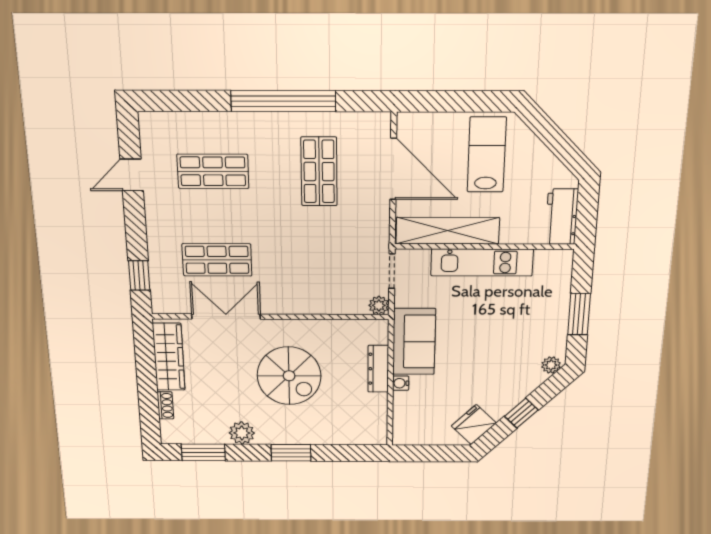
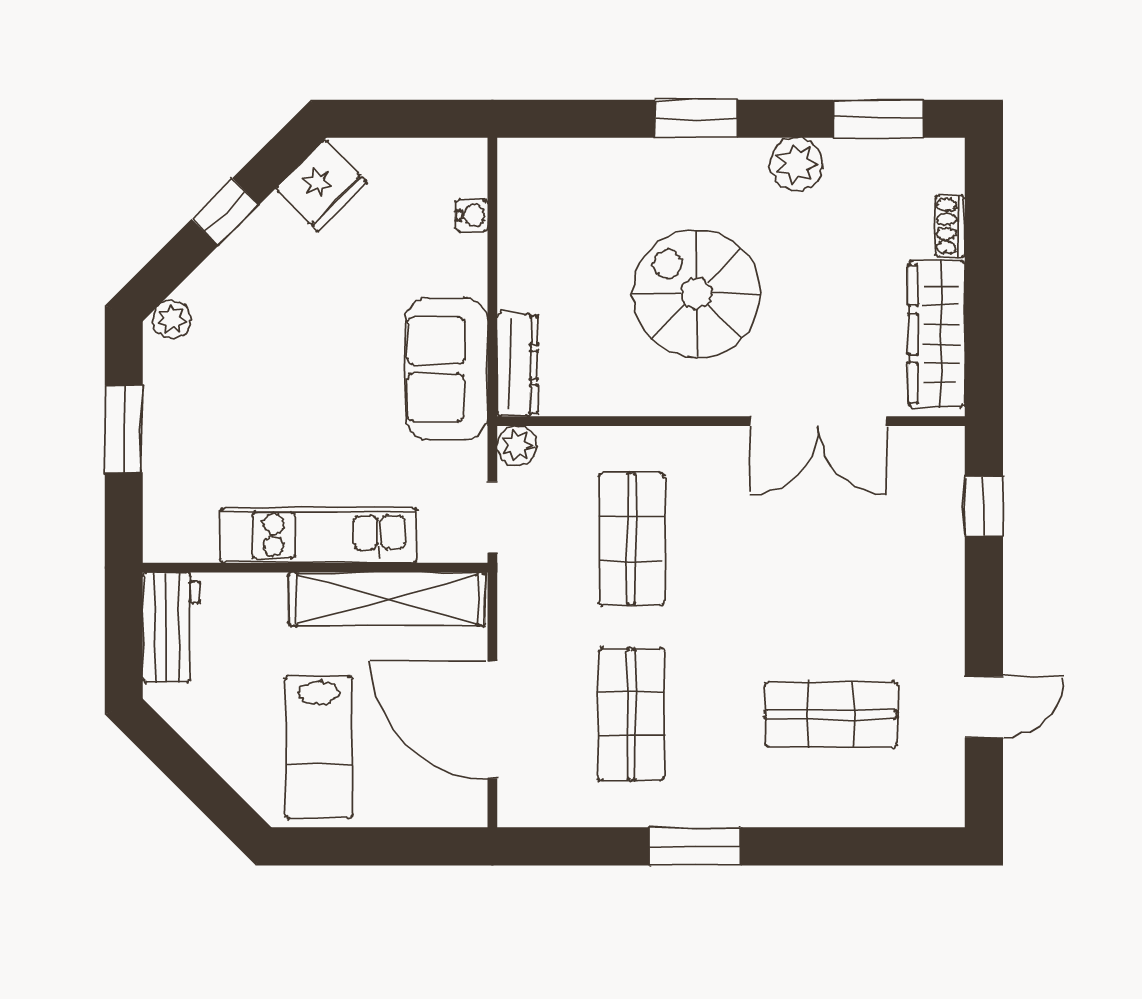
window: (283, 101) -> (695, 846), width x0.47
shop shelf: (217, 260) -> (631, 539), moved, turned 90
dresser: (378, 369) -> (517, 365), moved
water cooler: (401, 383) -> (472, 215), moved

